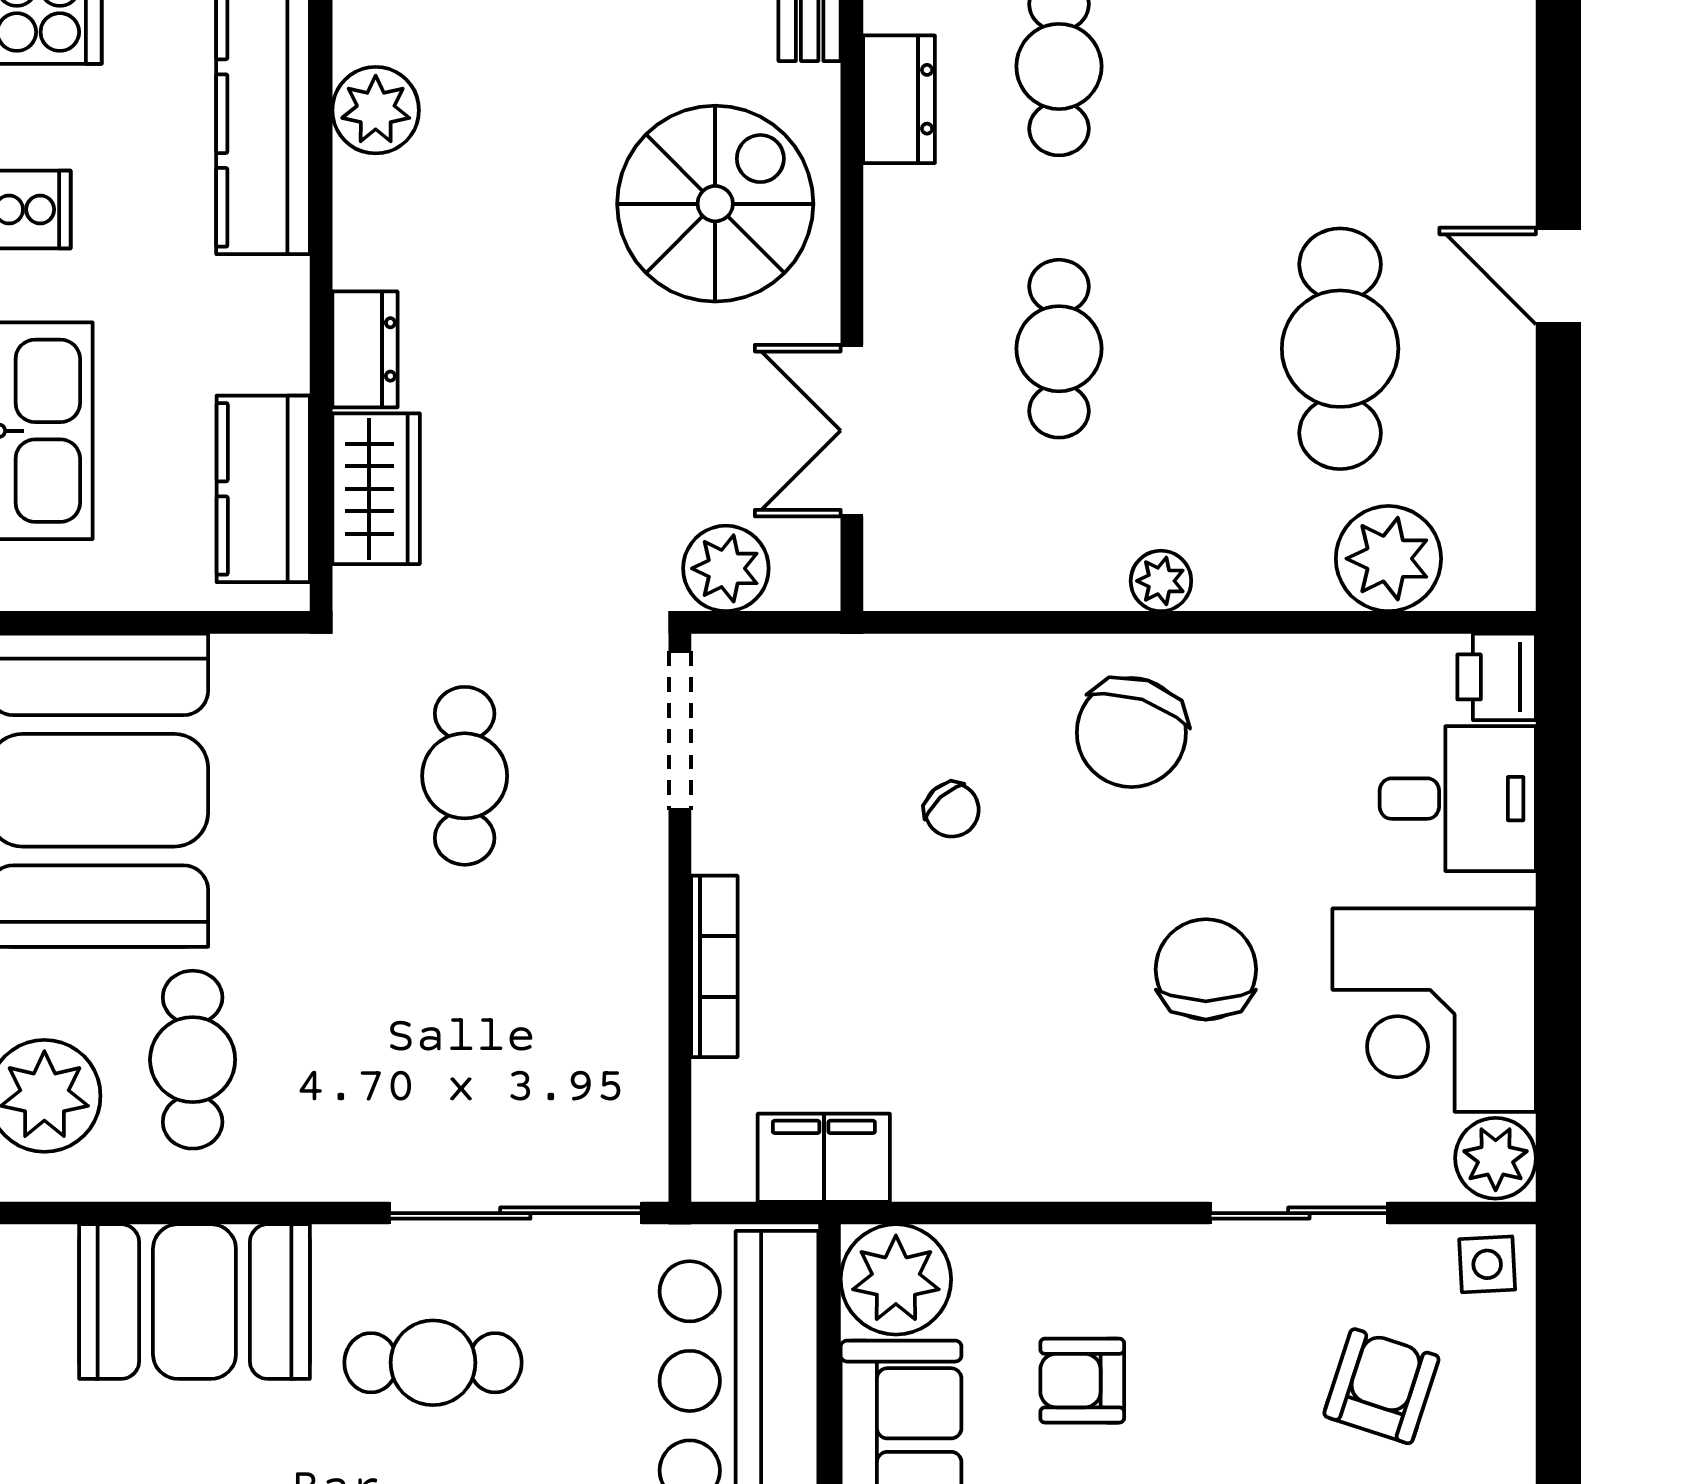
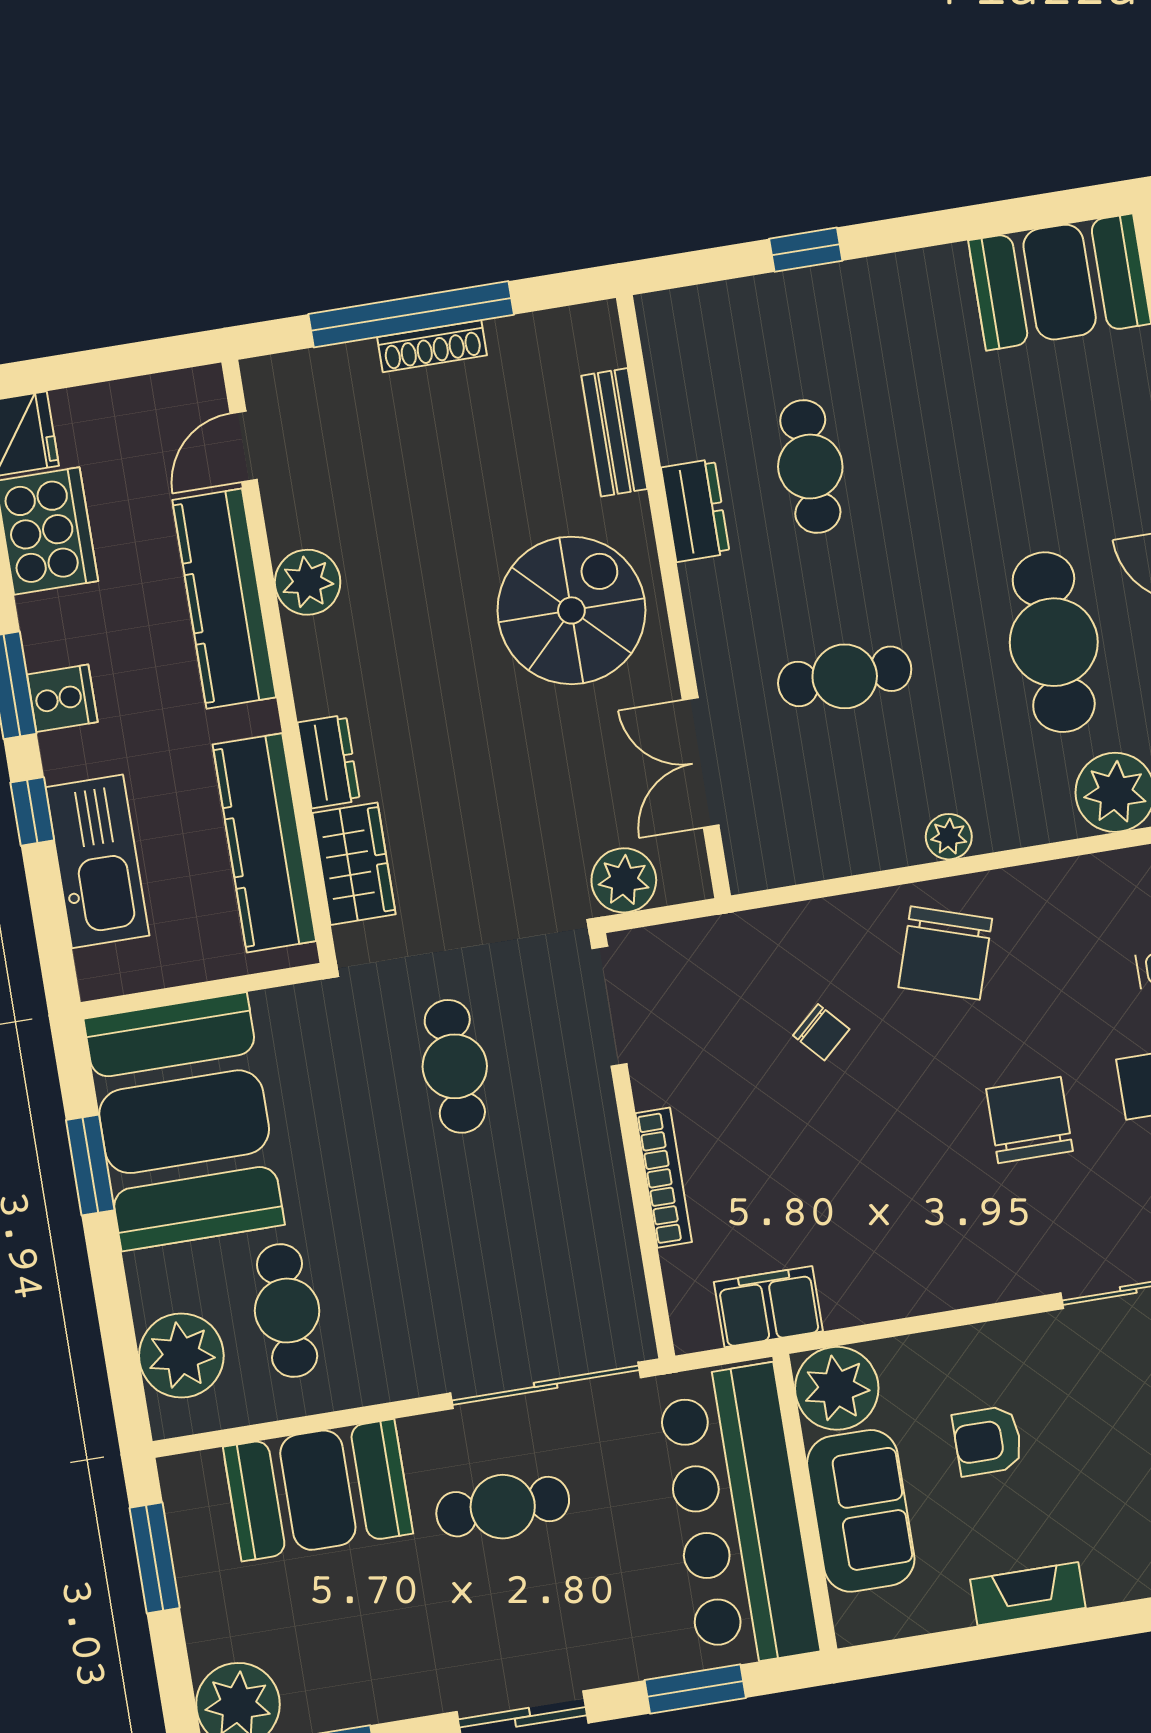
cafe table: (1059, 349) -> (845, 676), turned 90
kitchen counter: (263, 489) -> (264, 843), width x1.50

